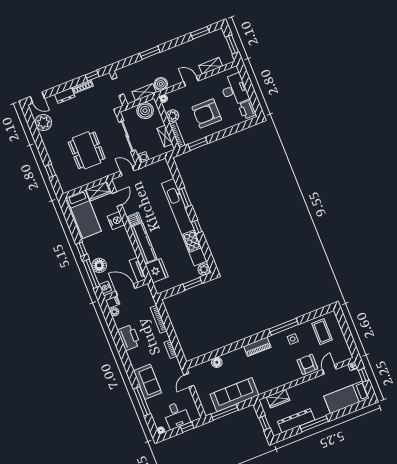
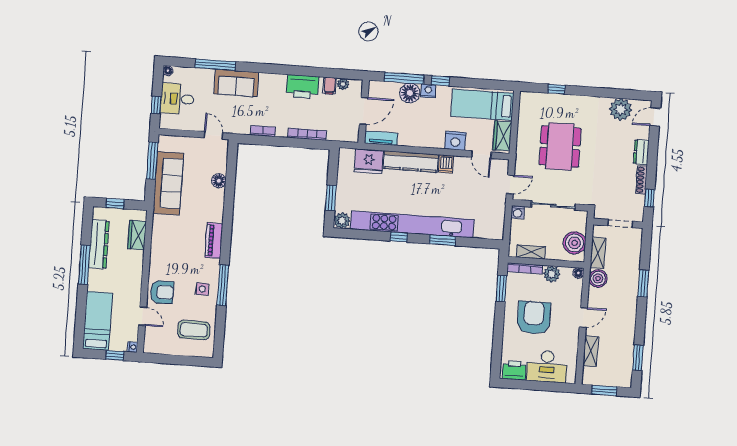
dining table: (87, 150) -> (560, 147), turned 90
nightstand: (105, 287) -> (428, 91), moved
filing cabinet: (113, 302) -> (330, 86), moved

